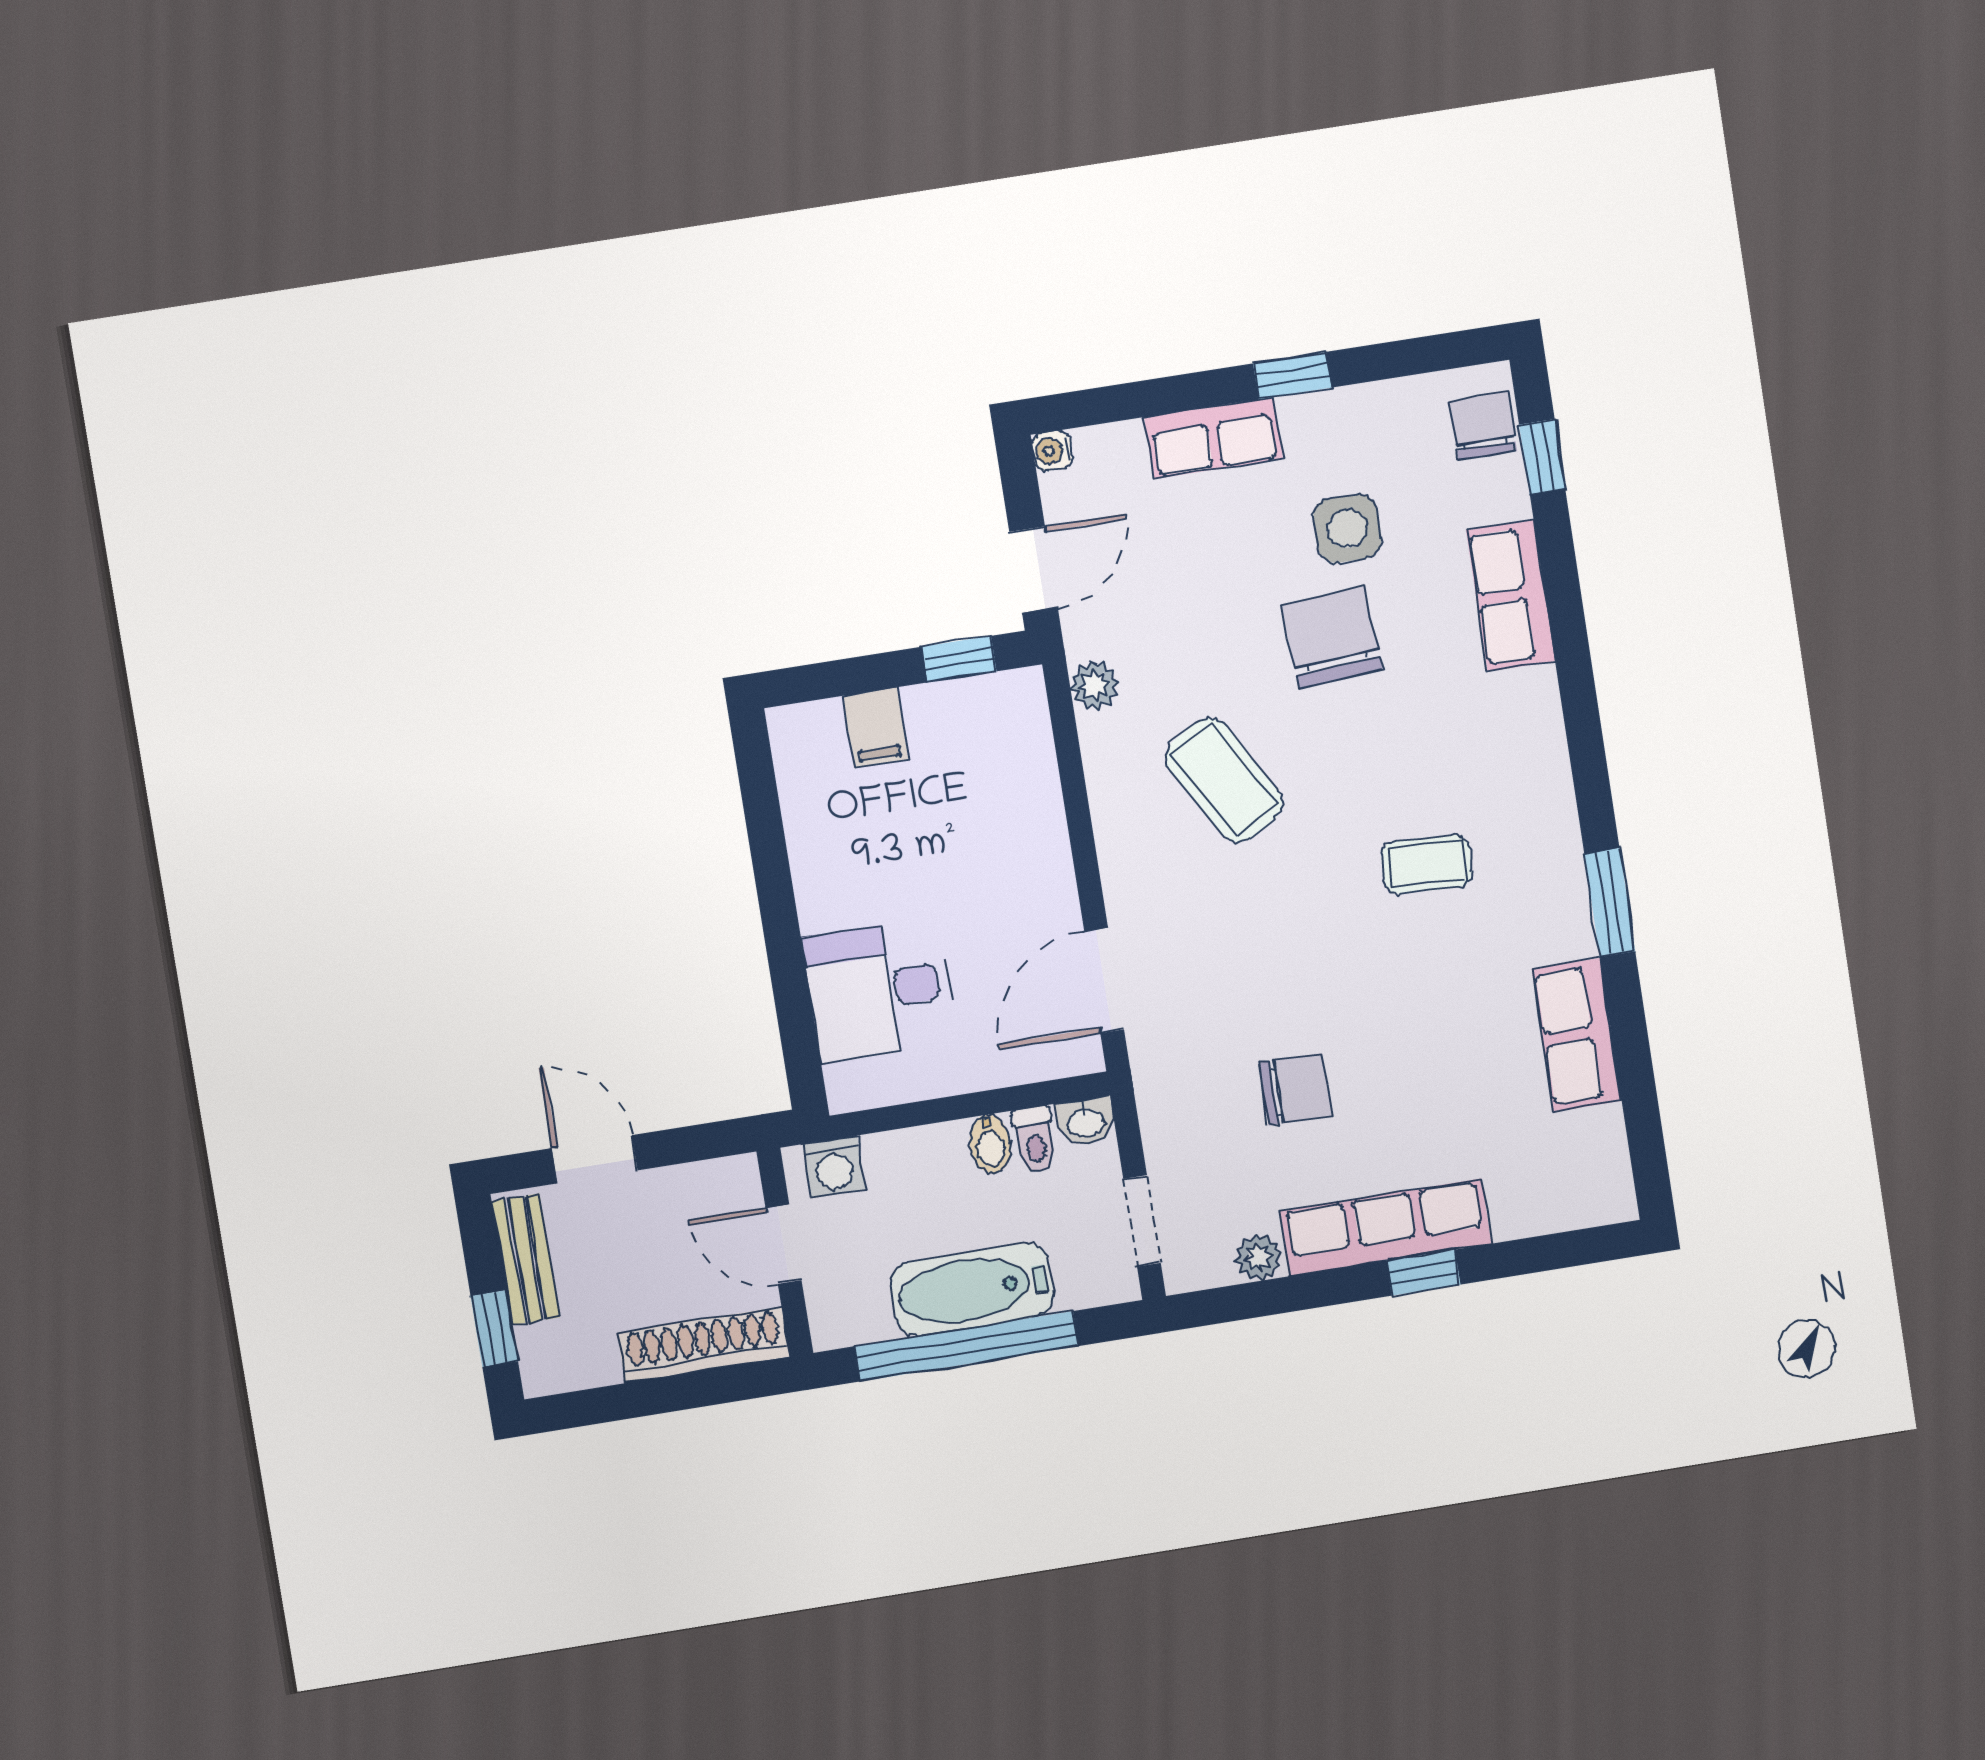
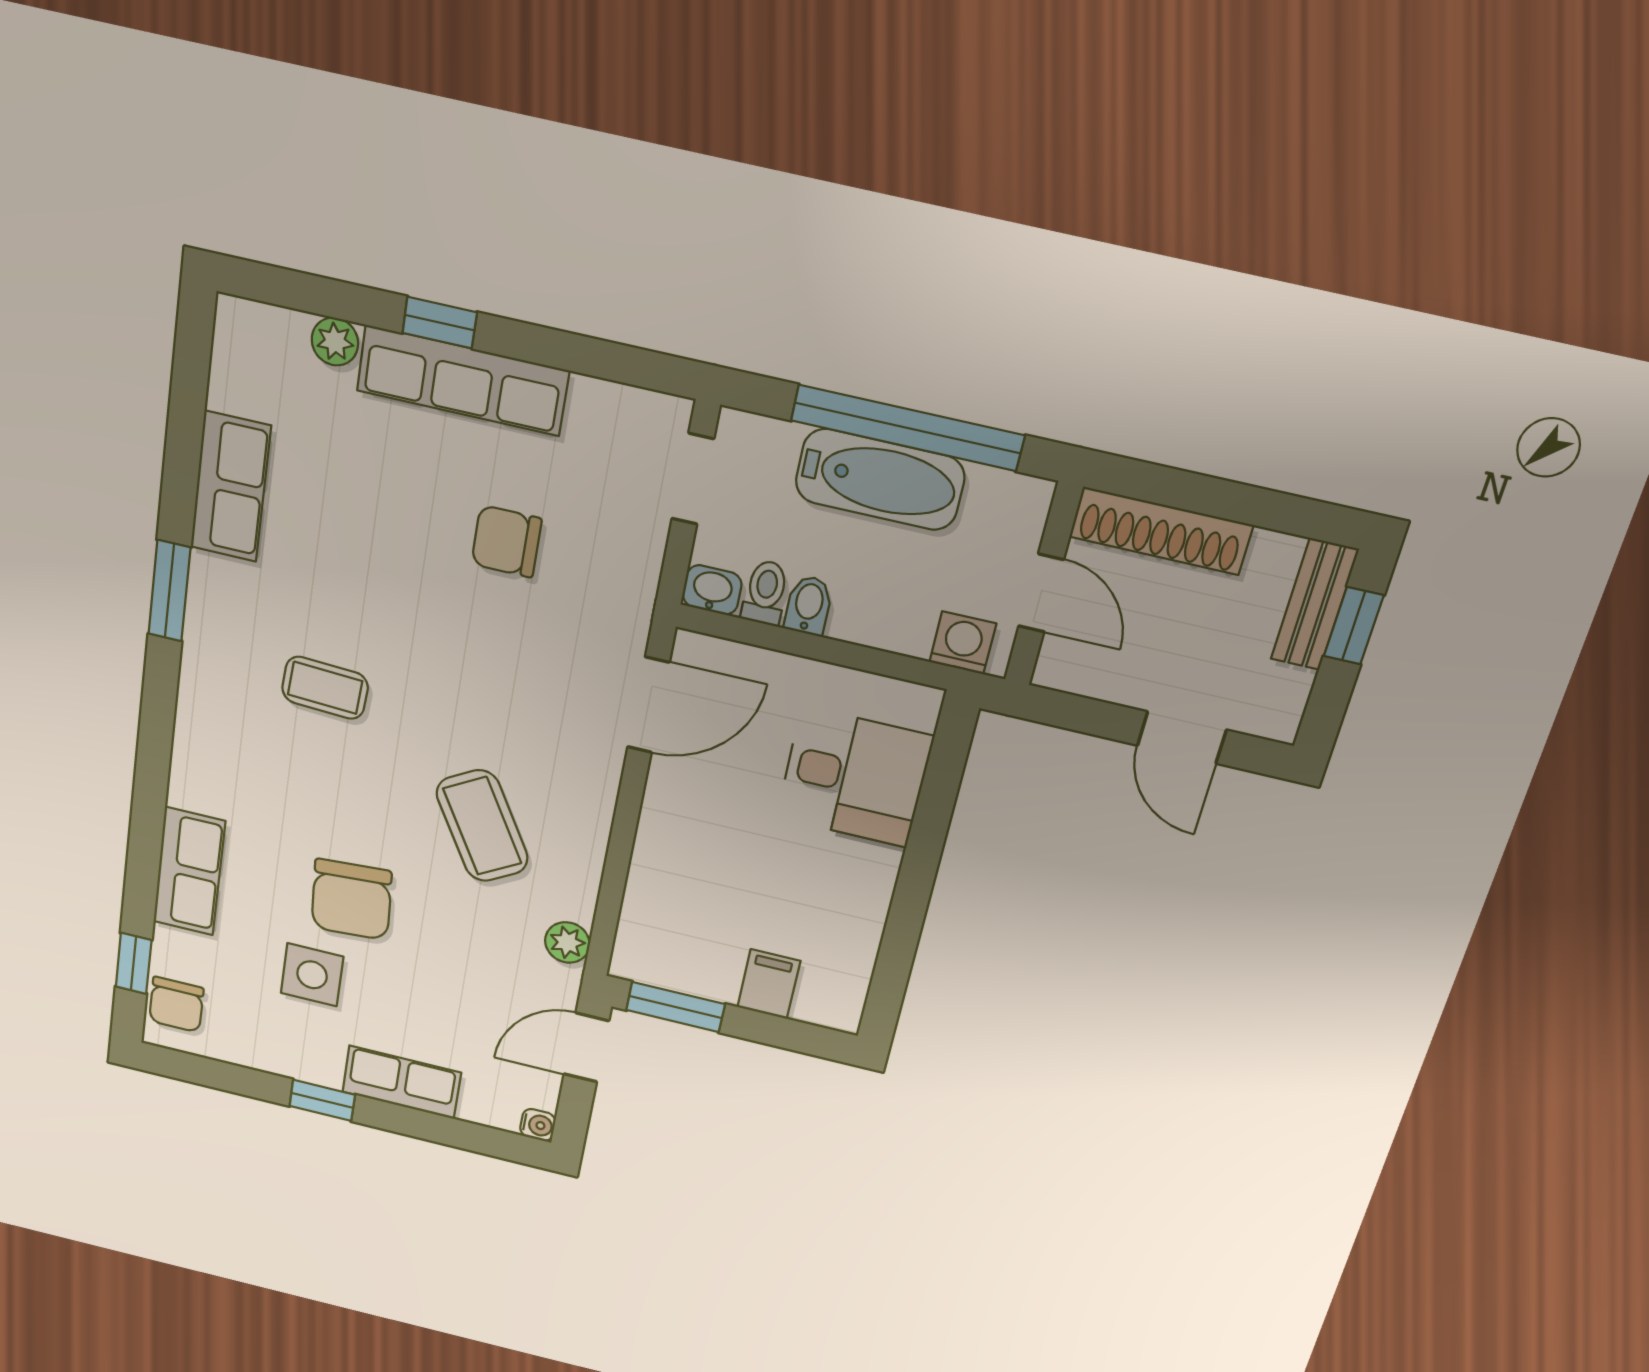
window: (959, 659) -> (675, 1007), width x1.50
plant: (1258, 1258) -> (335, 342), moved
bench: (526, 1259) -> (1315, 604), moved

